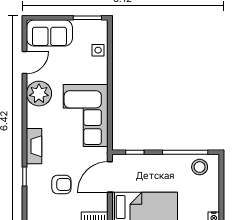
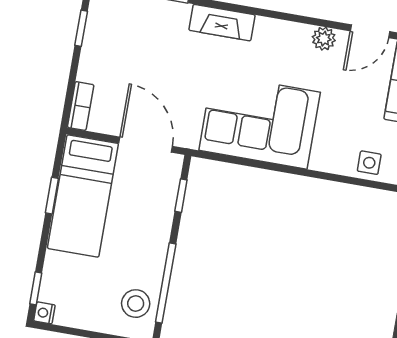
door: (25, 63) -> (370, 31), hinge flipped
plant: (39, 94) -> (324, 39), width x0.53, depth x0.53
armchair: (61, 184) -> (147, 58), removed

